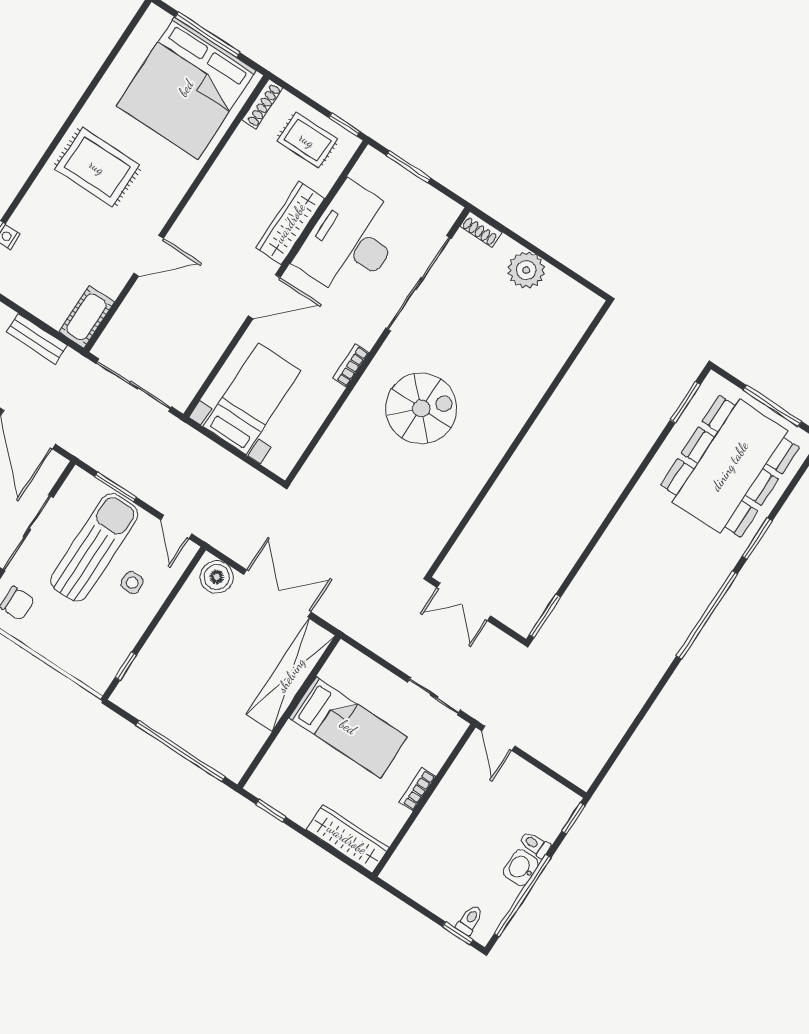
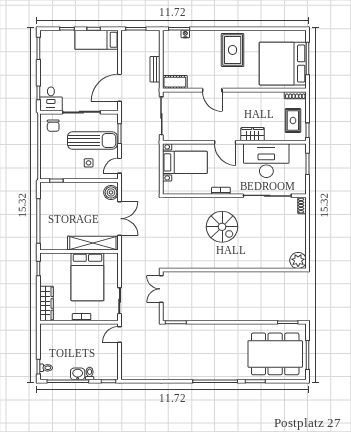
wardrobe: (290, 223) -> (253, 134), width x0.67
plant: (526, 270) -> (298, 260), moved
bed: (348, 727) -> (87, 277), width x1.50

